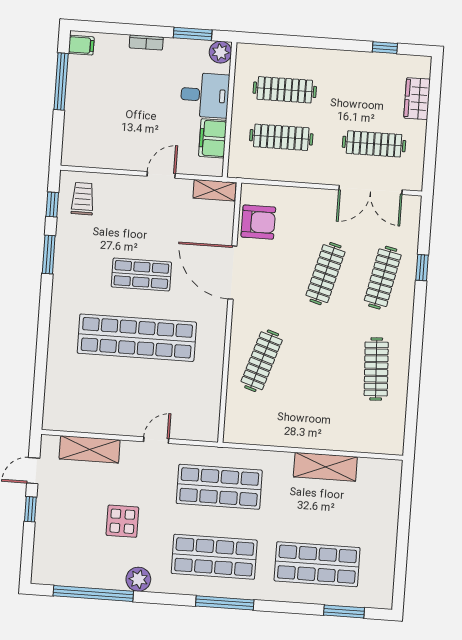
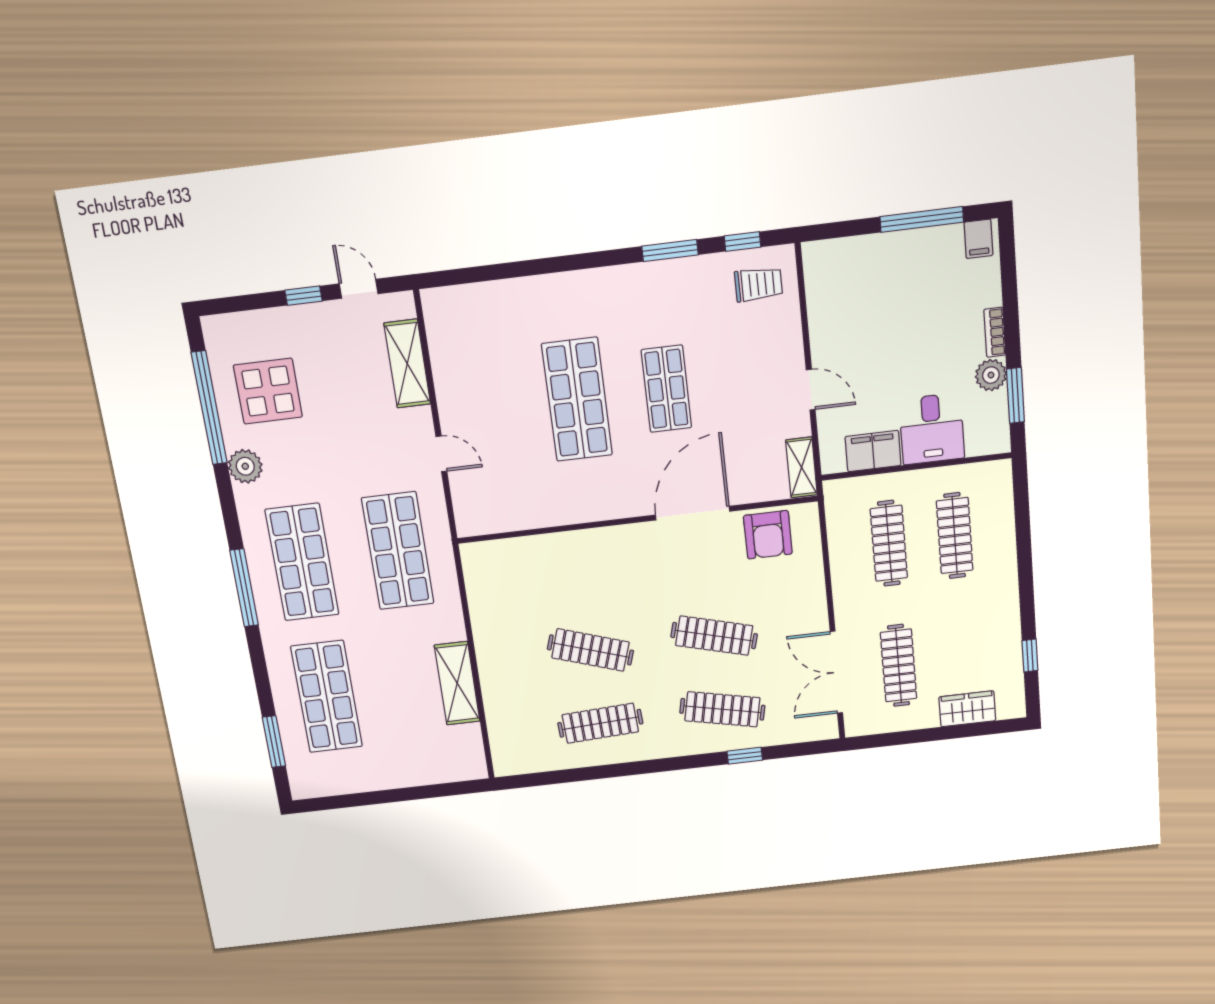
plant: (220, 52) -> (991, 375), moved
shop shelf: (137, 338) -> (577, 400), width x0.71
clothes rail: (262, 361) -> (590, 650), moved
display table: (122, 521) -> (268, 391), moved, width x1.36, depth x1.36

